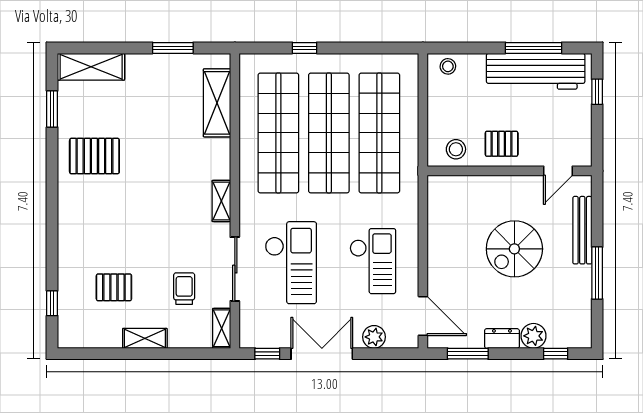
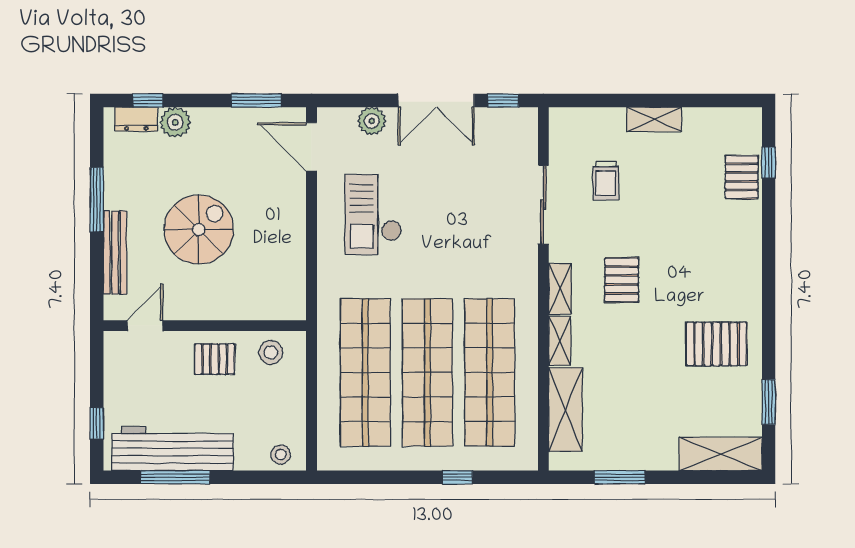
pallet: (171, 208) -> (622, 280), added
checkout: (291, 263) -> (474, 213), removed
pallet: (114, 287) -> (742, 177), moved, turned 90
shelving: (222, 328) -> (560, 341), moved
dresser: (502, 338) -> (136, 119), moved

